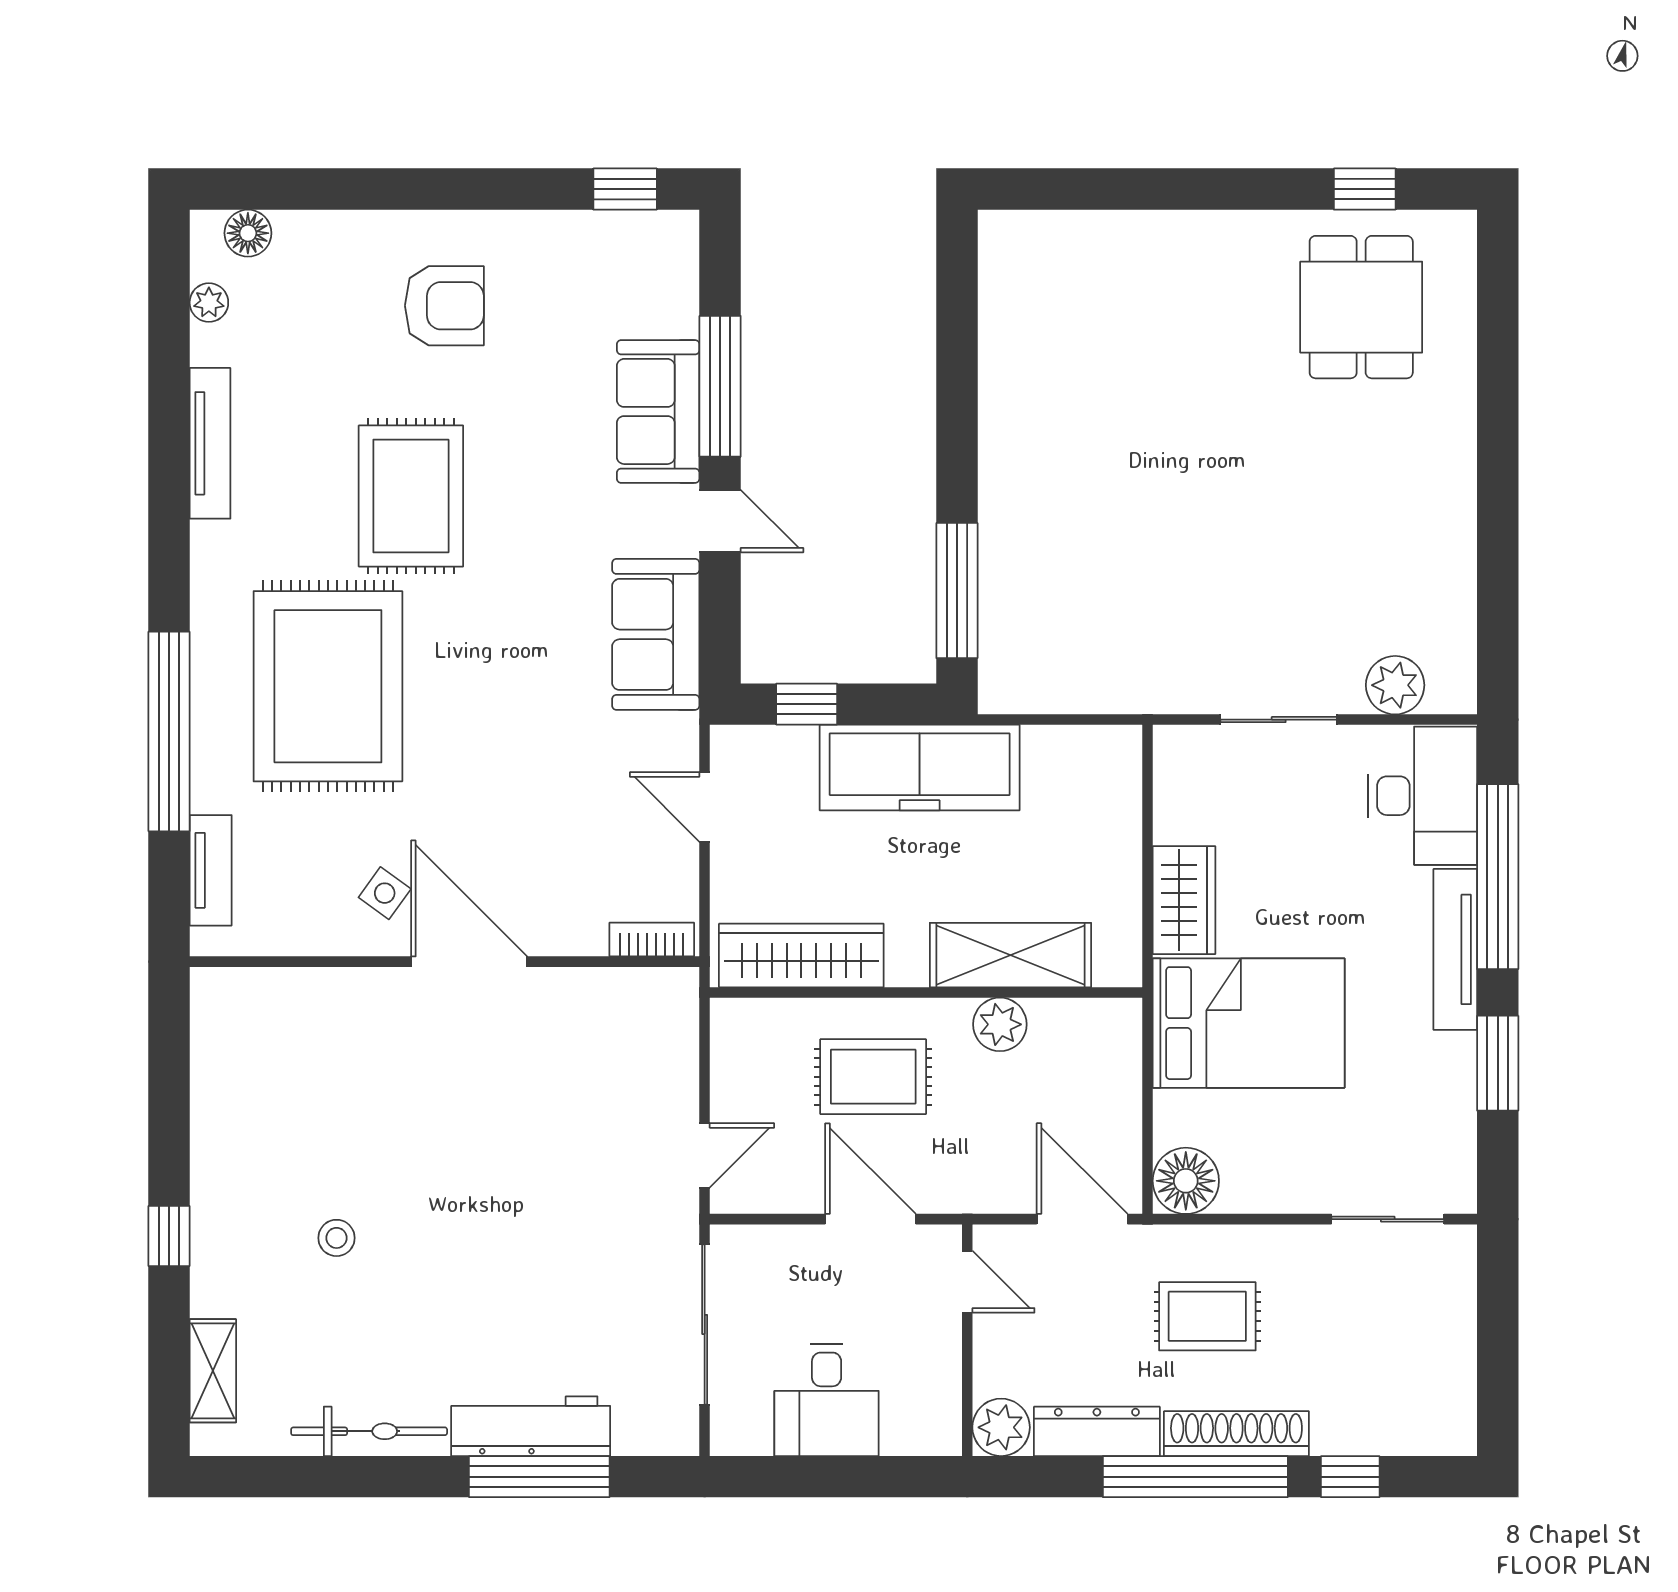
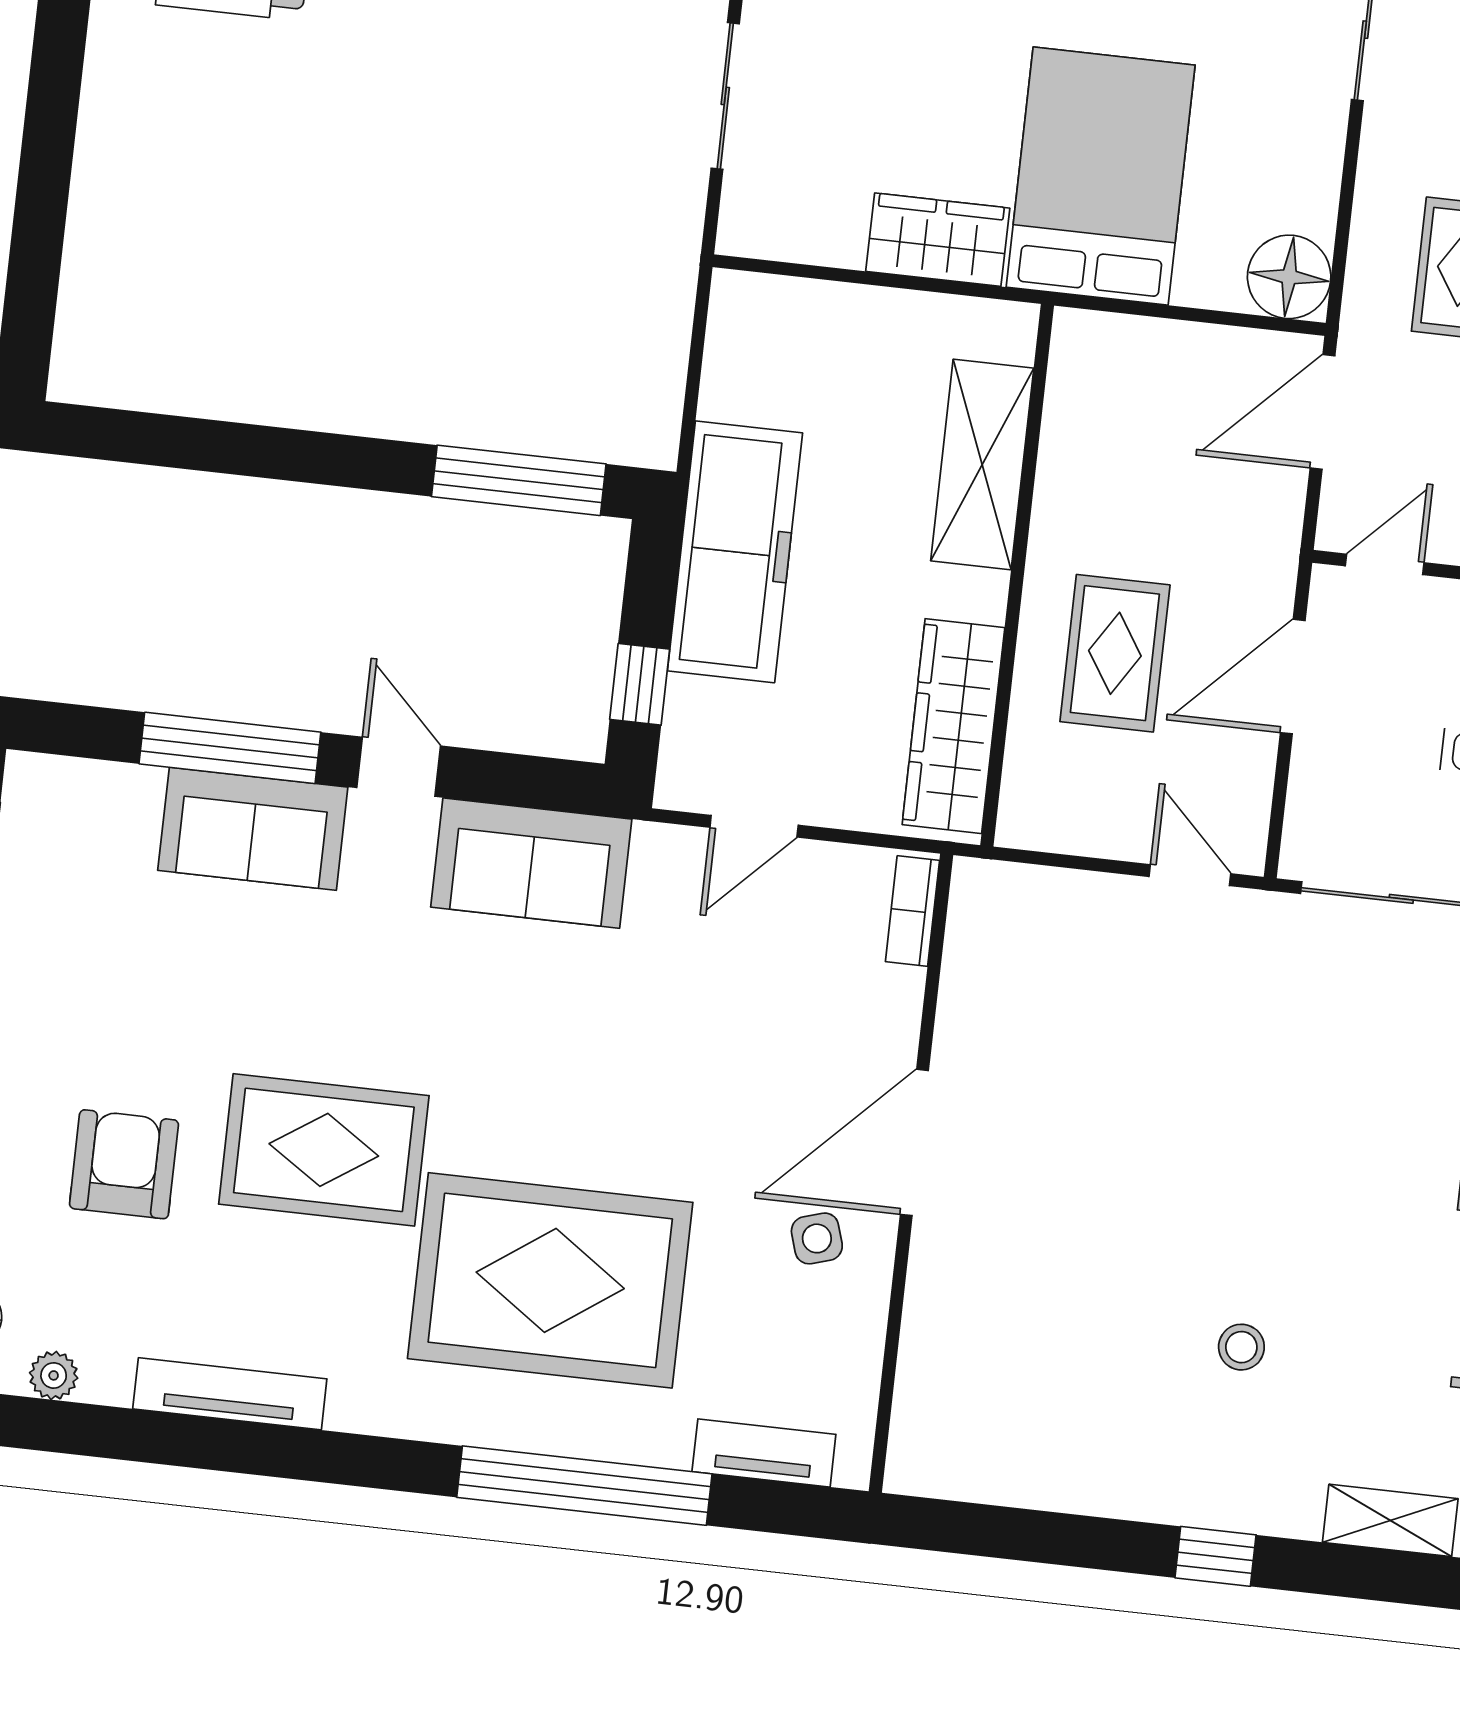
armchair: (444, 306) -> (124, 1164), moved
door: (720, 521) -> (399, 767), hinge flipped
side table: (385, 893) -> (817, 1238), turned 37
plant: (1000, 1024) -> (1067, 487), removed

